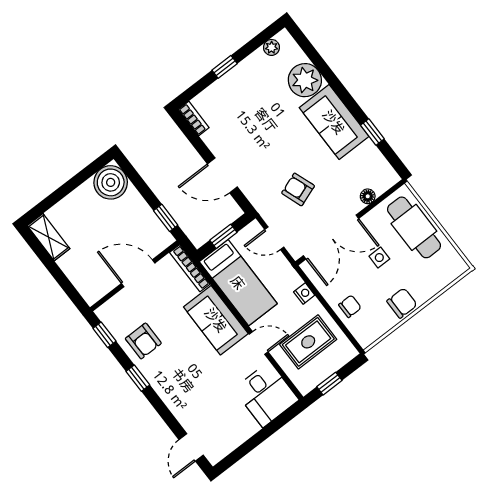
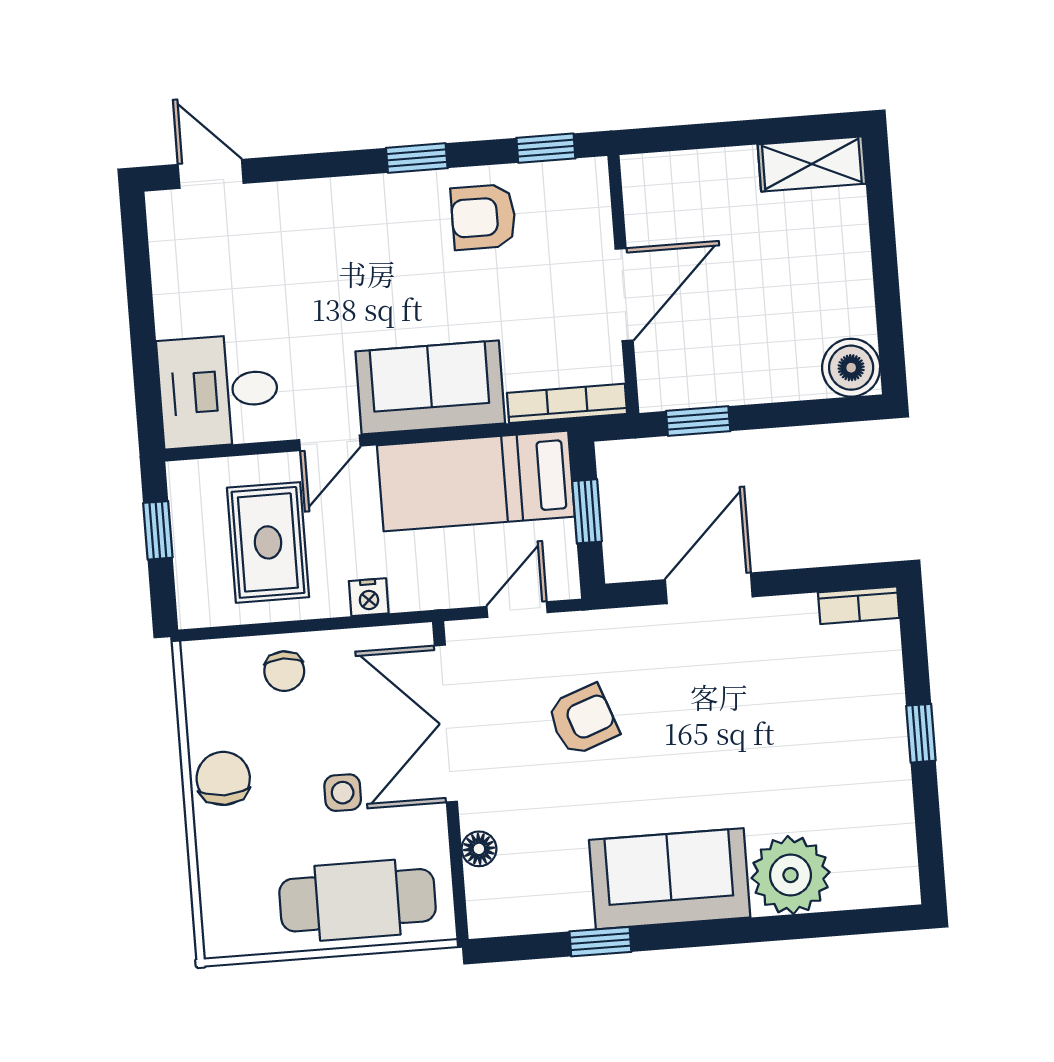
plant: (272, 47) -> (898, 851), removed
boiler: (111, 182) -> (851, 368), width x0.73, depth x0.73
chair: (402, 303) -> (223, 778), turned 180

